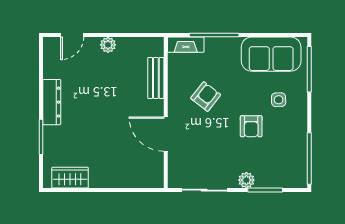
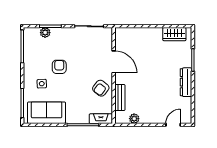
plant: (108, 45) -> (134, 119), moved
armchair: (206, 96) -> (101, 88), moved
plant: (246, 180) -> (45, 33), moved

